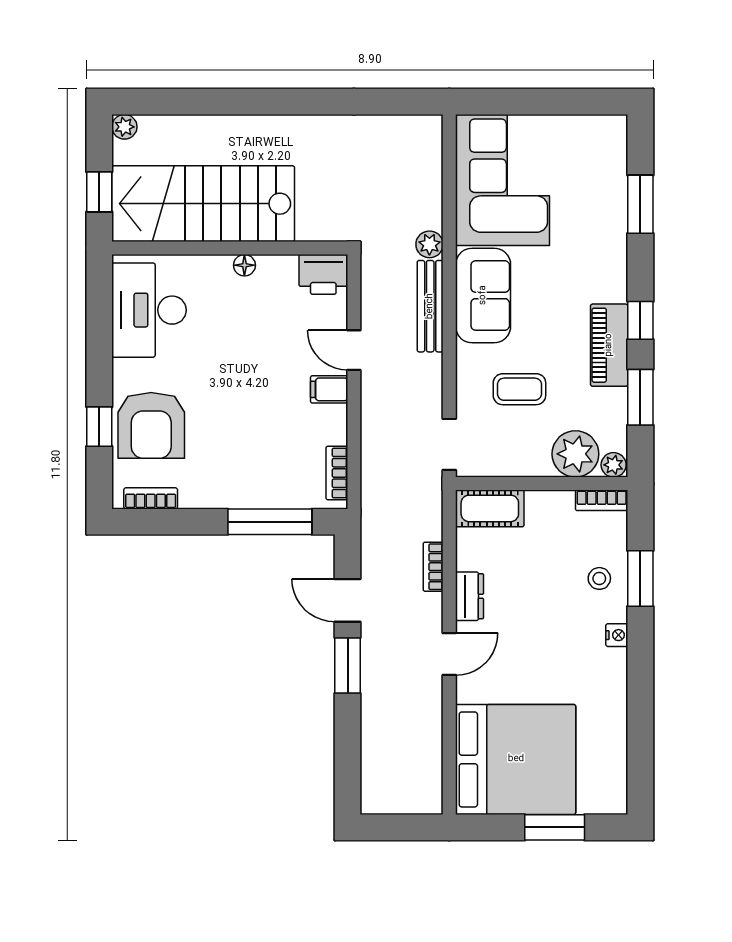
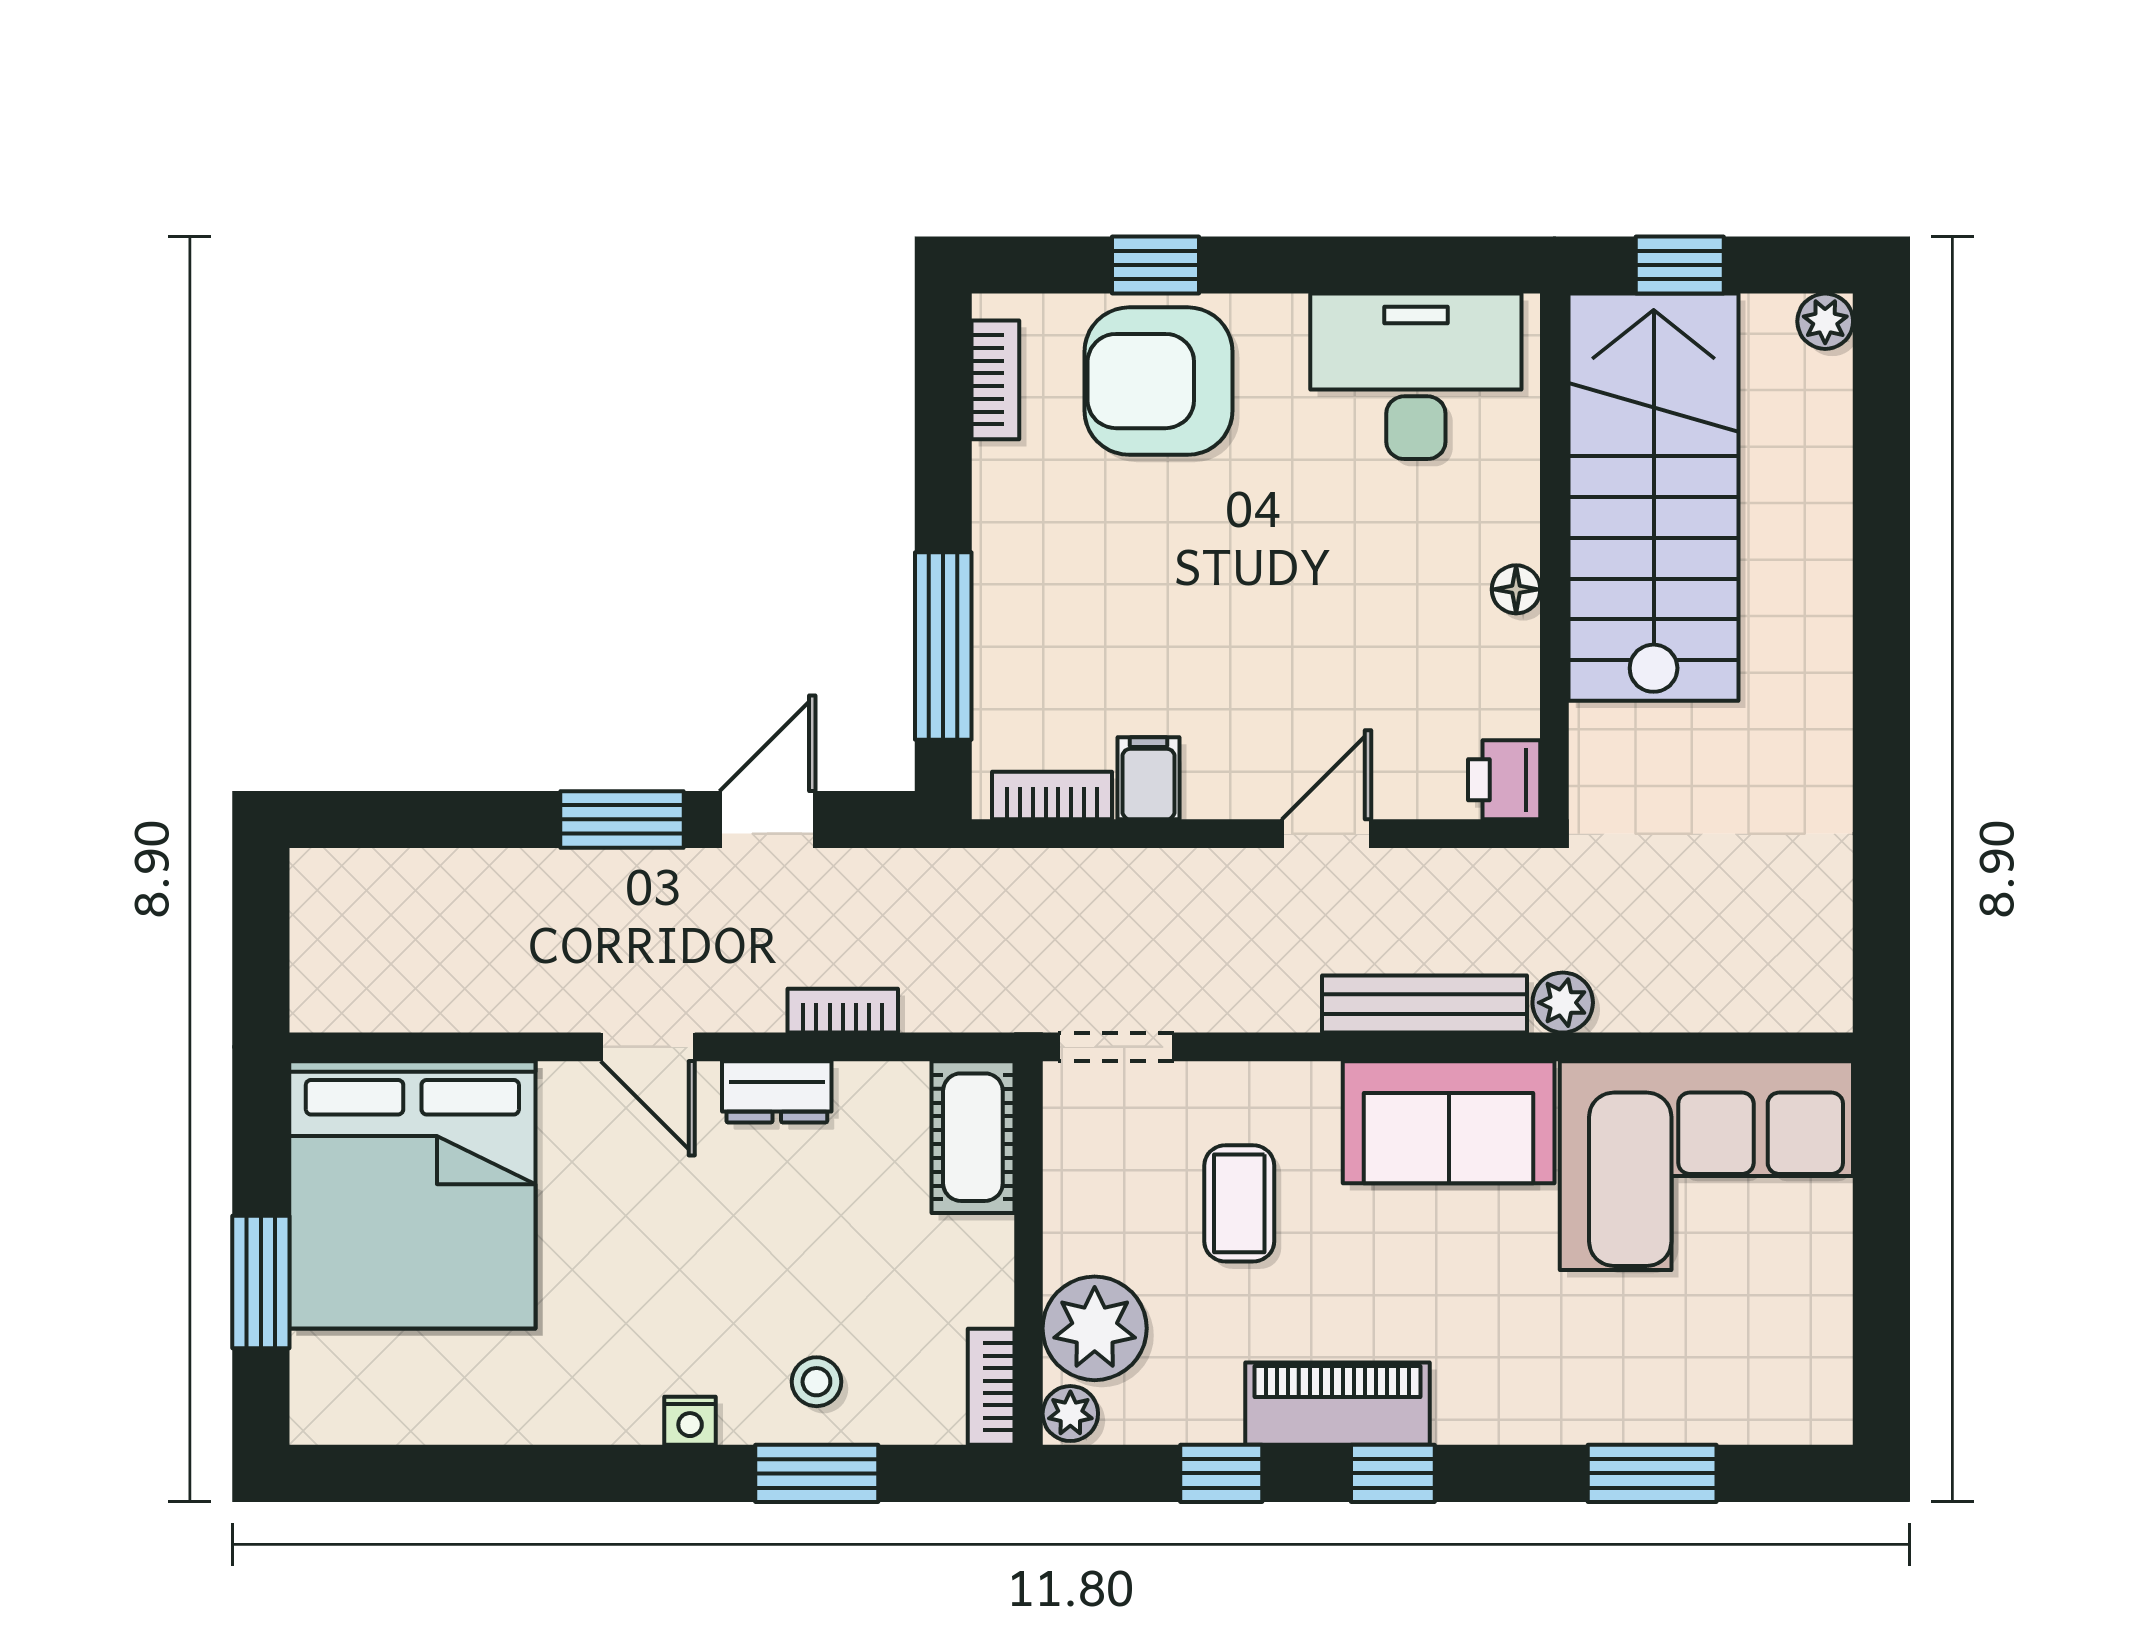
printer: (323, 274) -> (1504, 780), width x0.73, depth x0.81
filing cabinet: (329, 389) -> (1149, 778), moved
window: (640, 397) -> (1221, 1473), width x0.67

